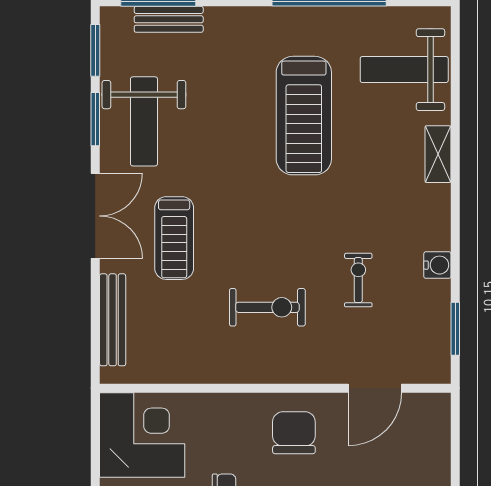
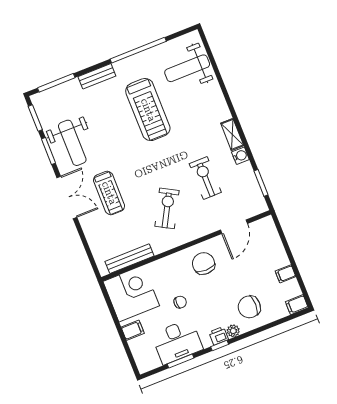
bench: (169, 19) -> (97, 76), moved
shelving: (438, 154) -> (232, 134), moved
exercise bike: (358, 280) -> (205, 178), width x1.38, depth x1.39
exercise bike: (267, 307) -> (167, 208), turned -61
bench: (113, 320) -> (130, 259), moved, turned 90

